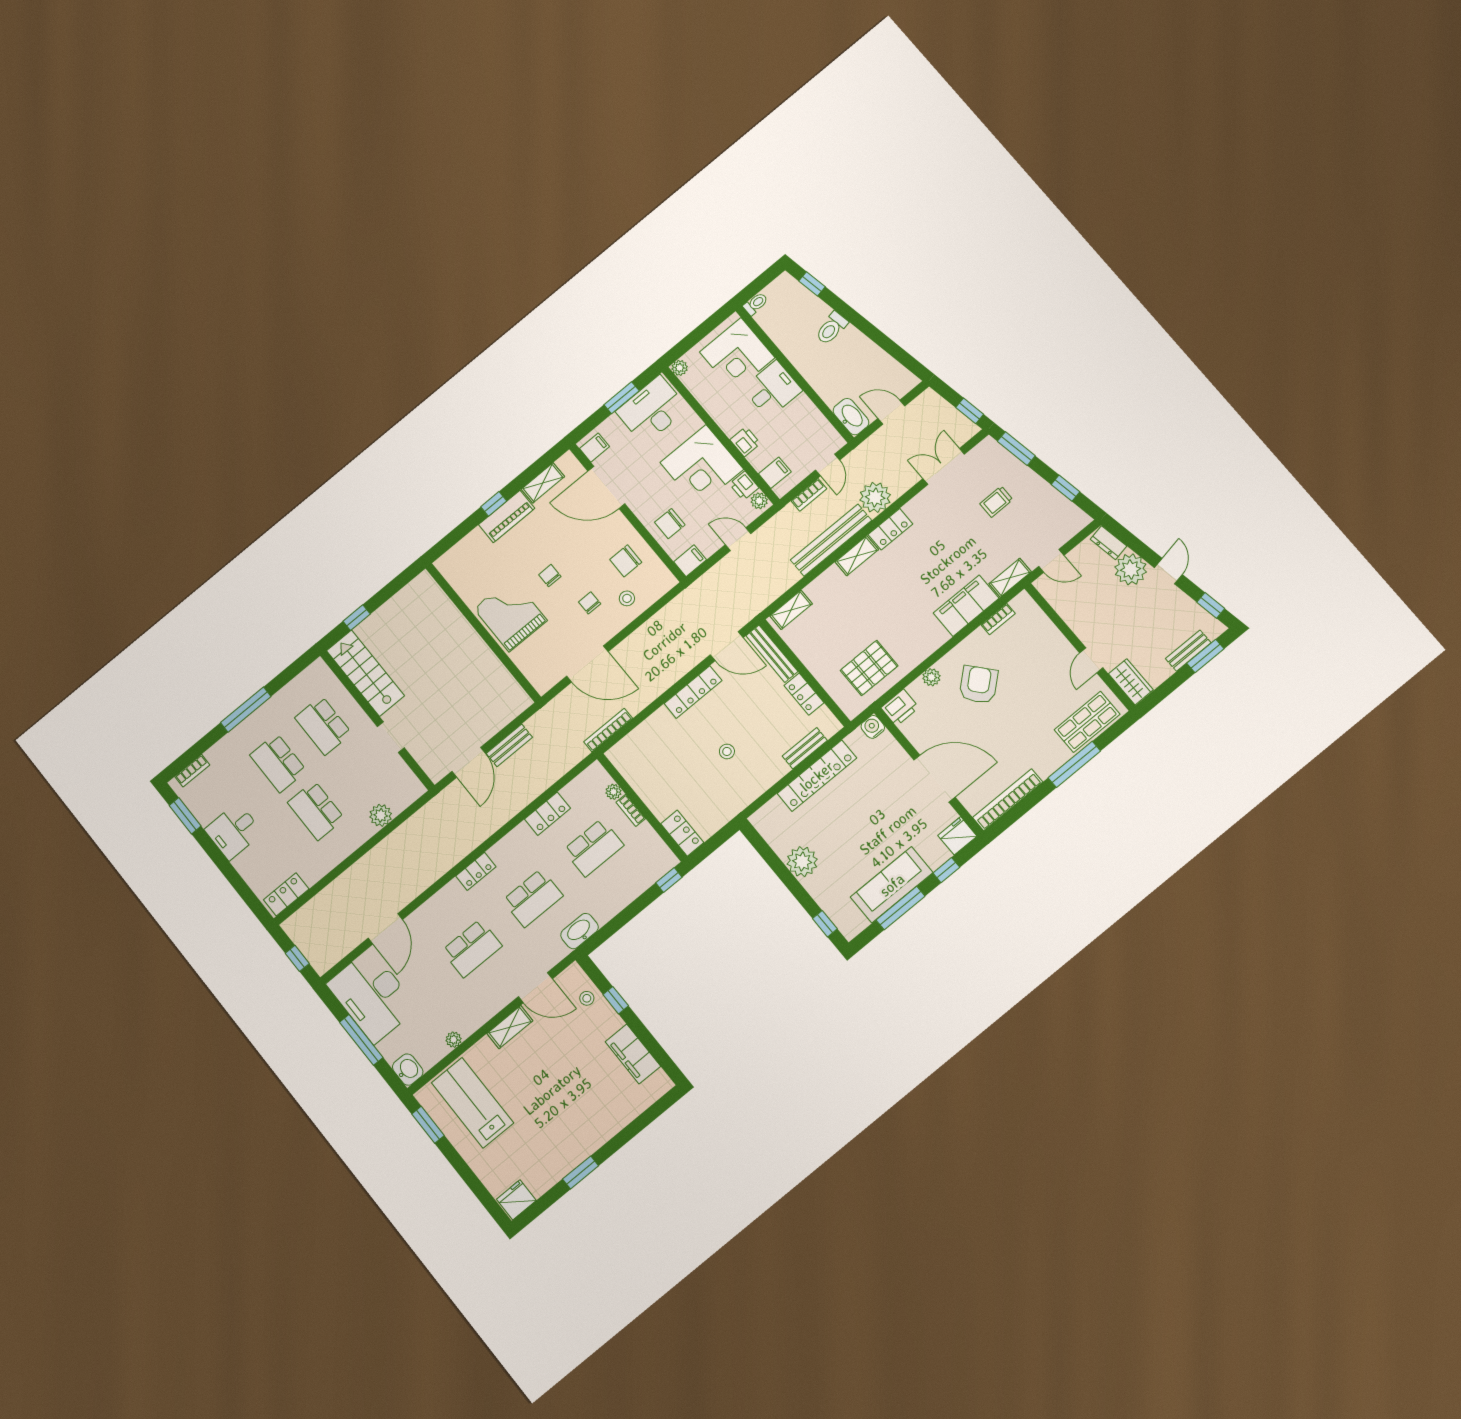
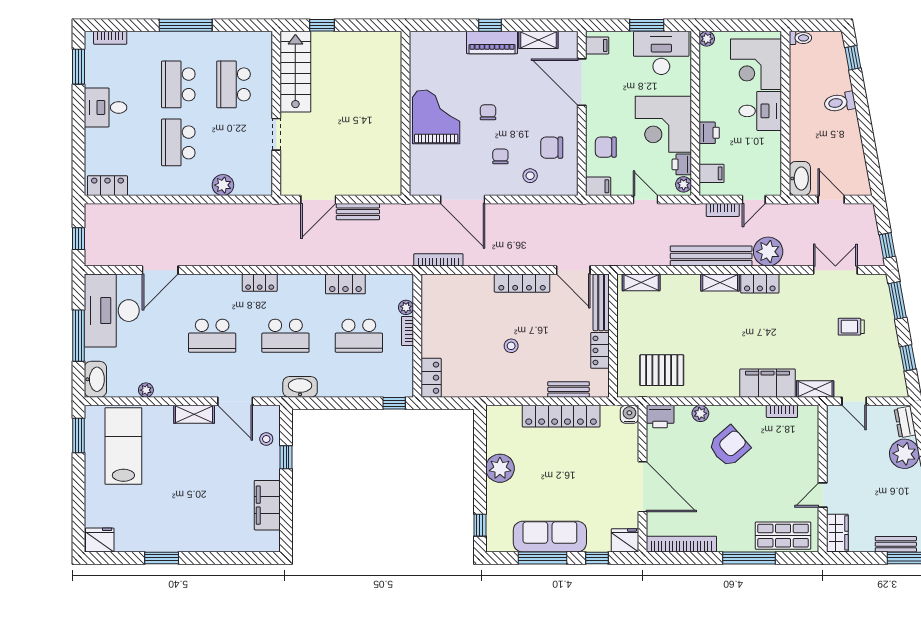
washbasin: (408, 1070) -> (95, 379), width x1.38

